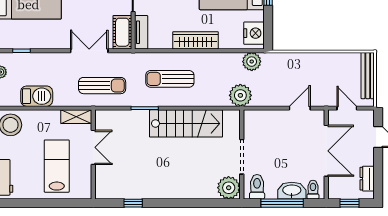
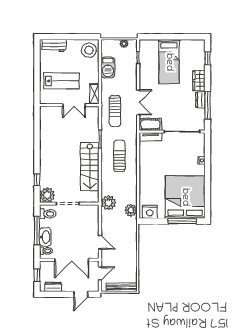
wardrobe: (195, 40) -> (145, 173), removed
window: (133, 203) -> (37, 180), moved

